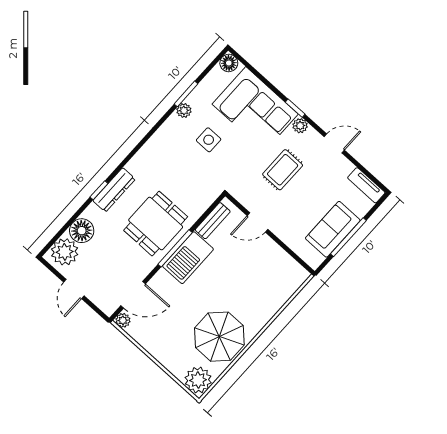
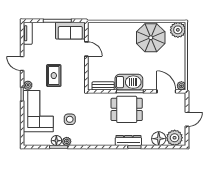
floor lamp: (229, 63) -> (56, 141), moved
rug: (283, 170) -> (54, 76), turned 90
door: (257, 222) -> (86, 49), moved
sofa: (333, 229) -> (70, 31), moved

